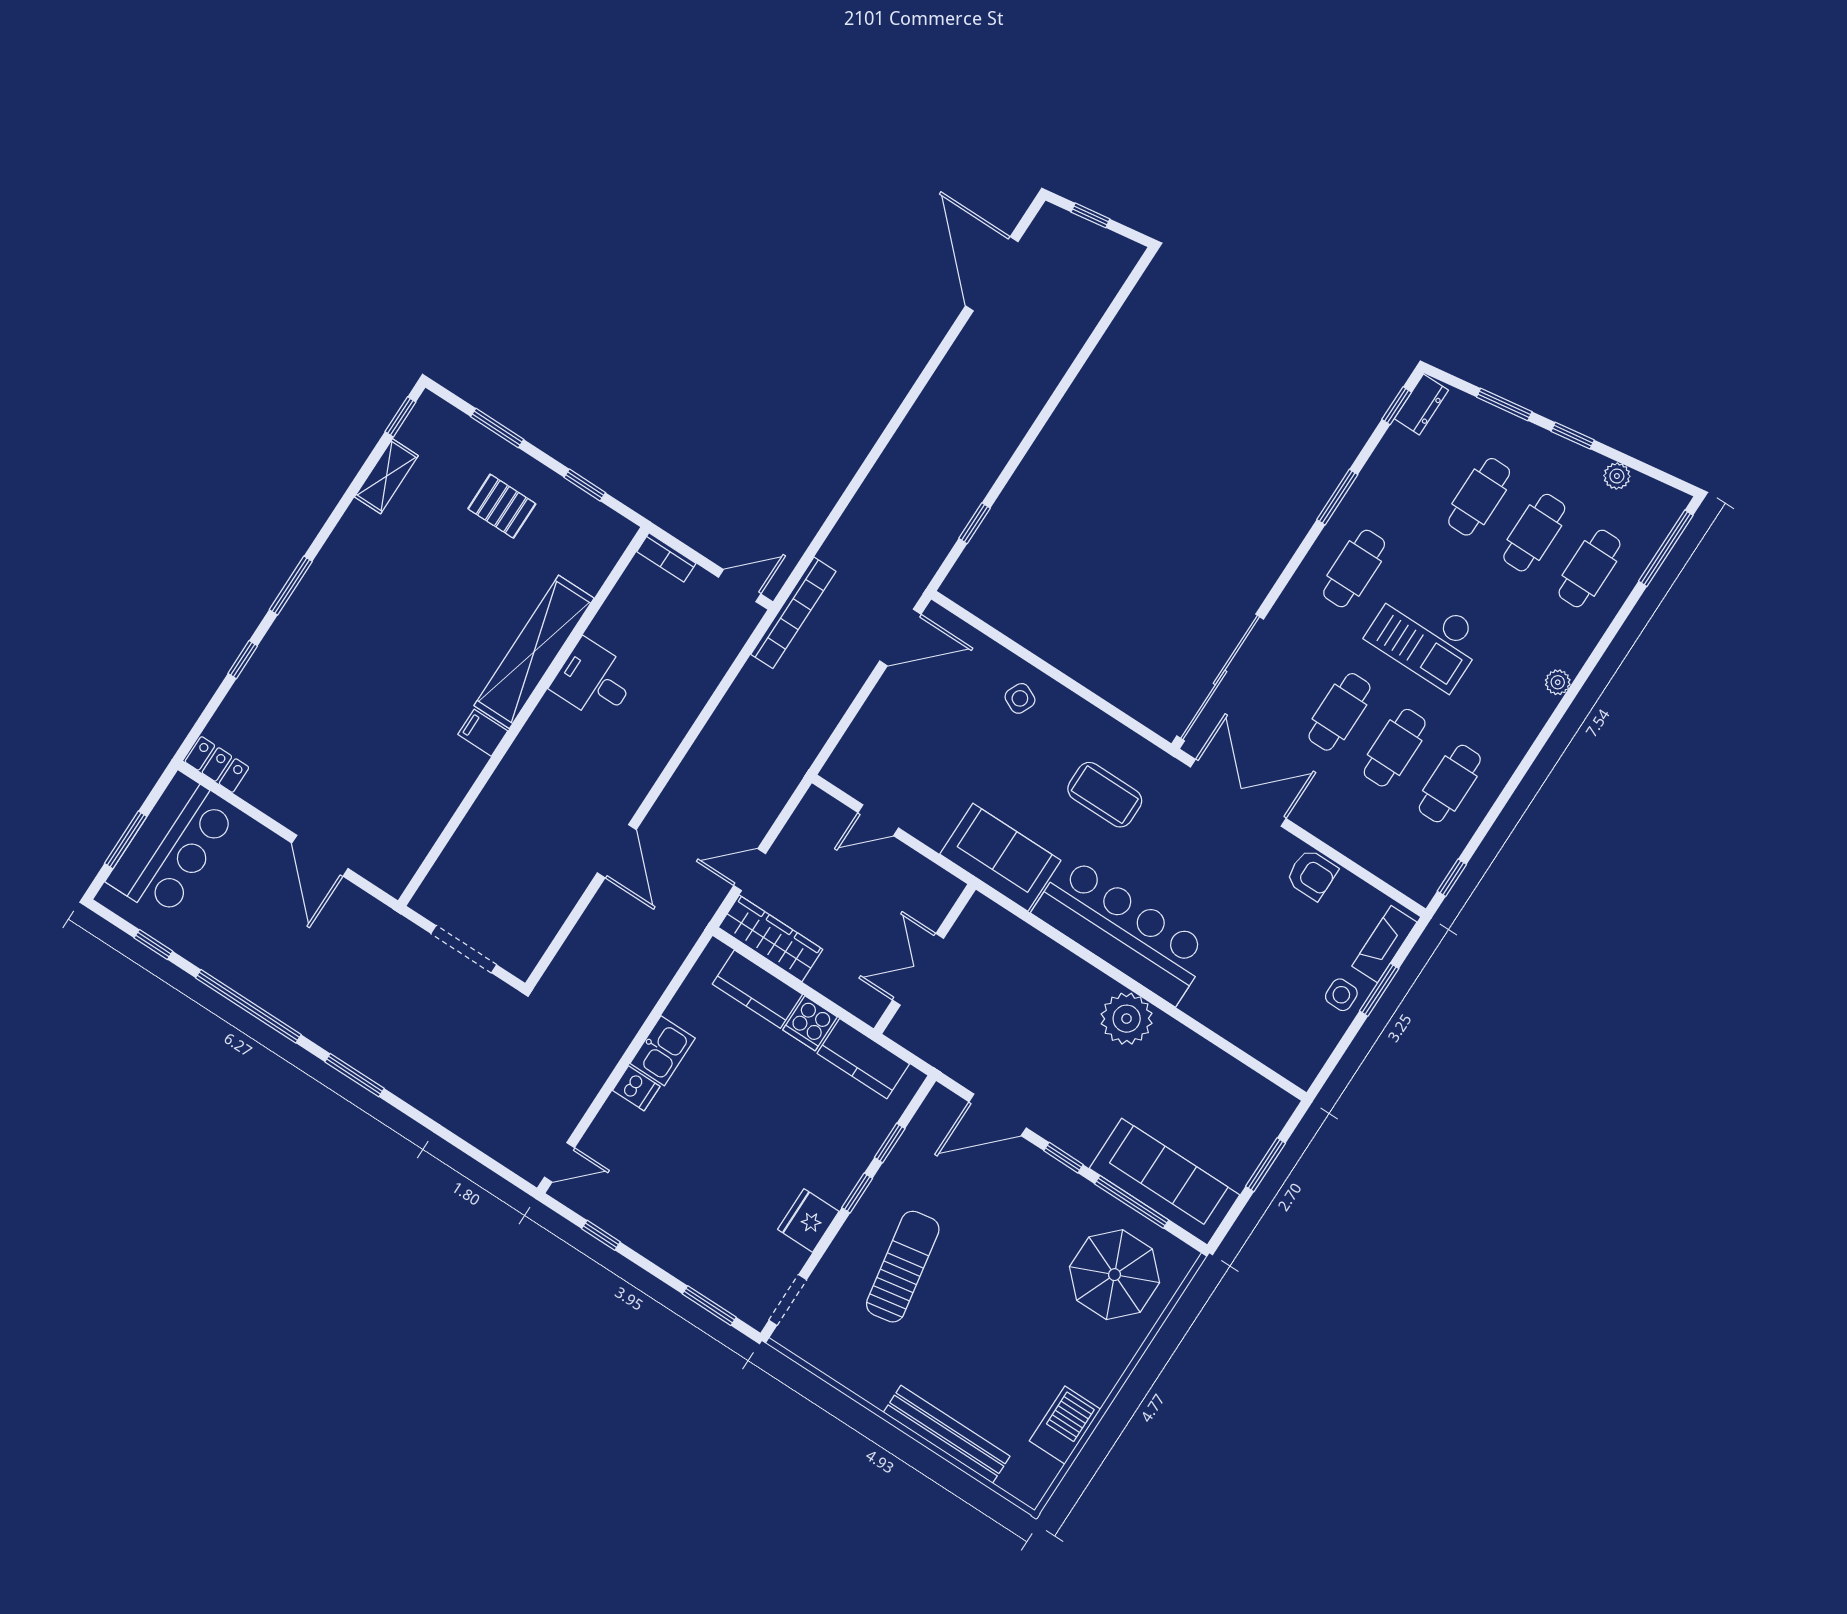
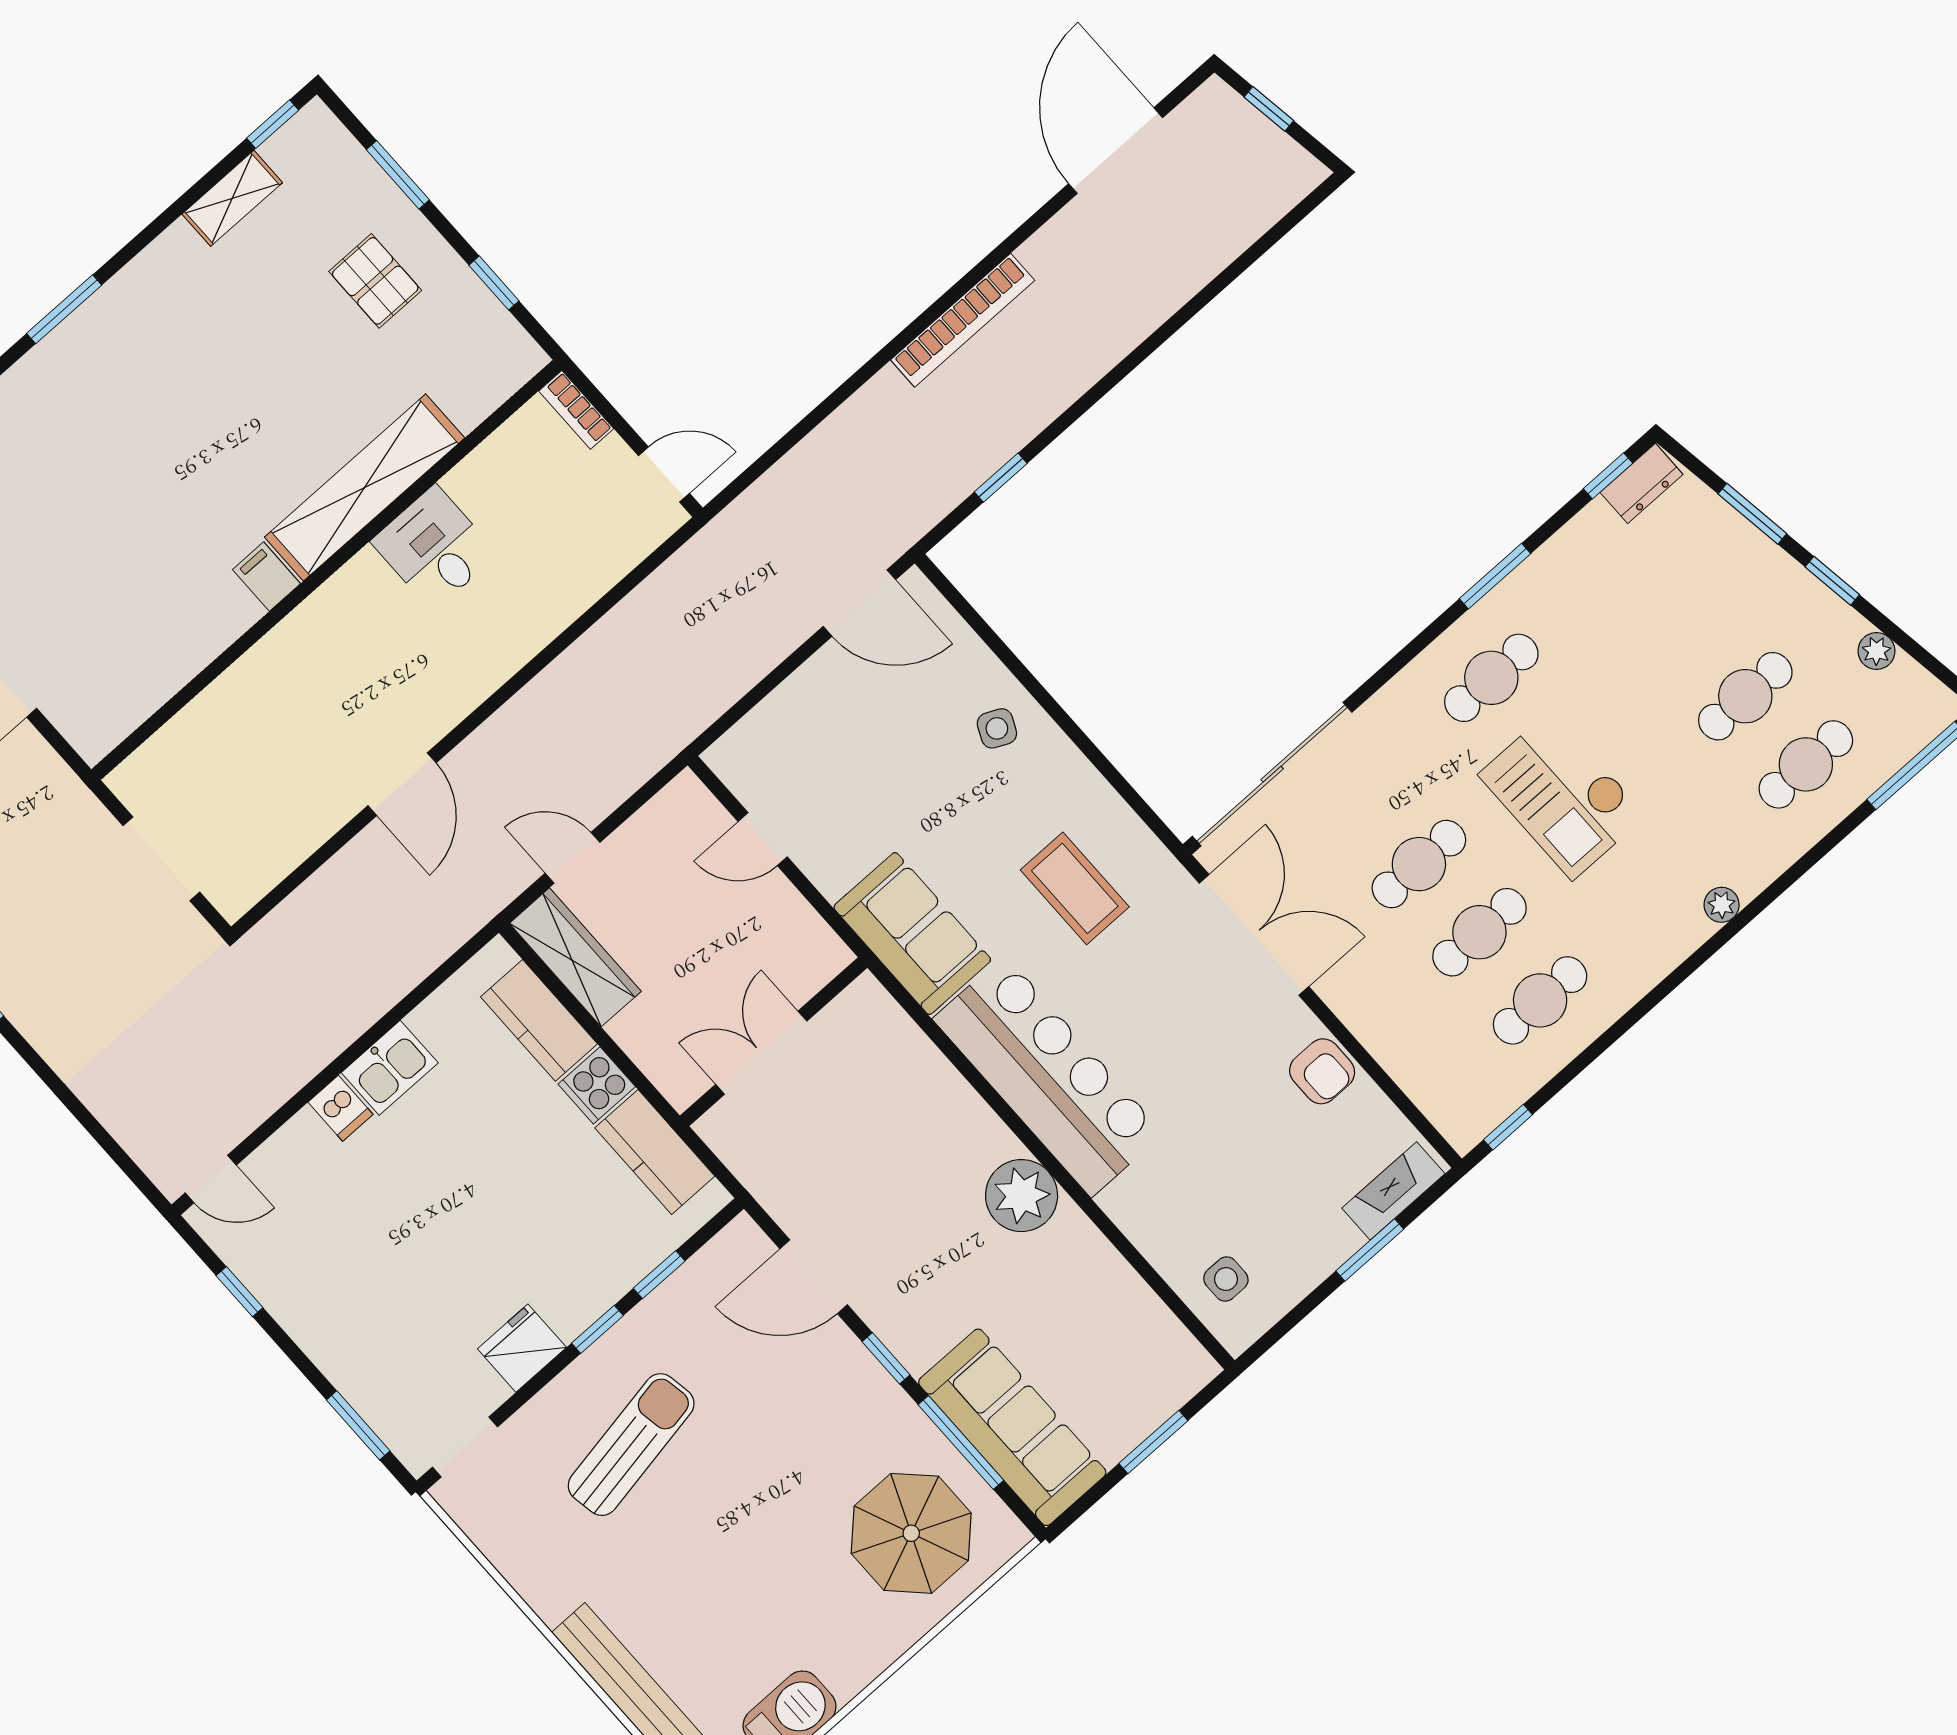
cafe table: (1479, 497) -> (1685, 628), removed
bookcase: (793, 613) -> (963, 320), moved
side table: (1341, 995) -> (1226, 1279), moved

